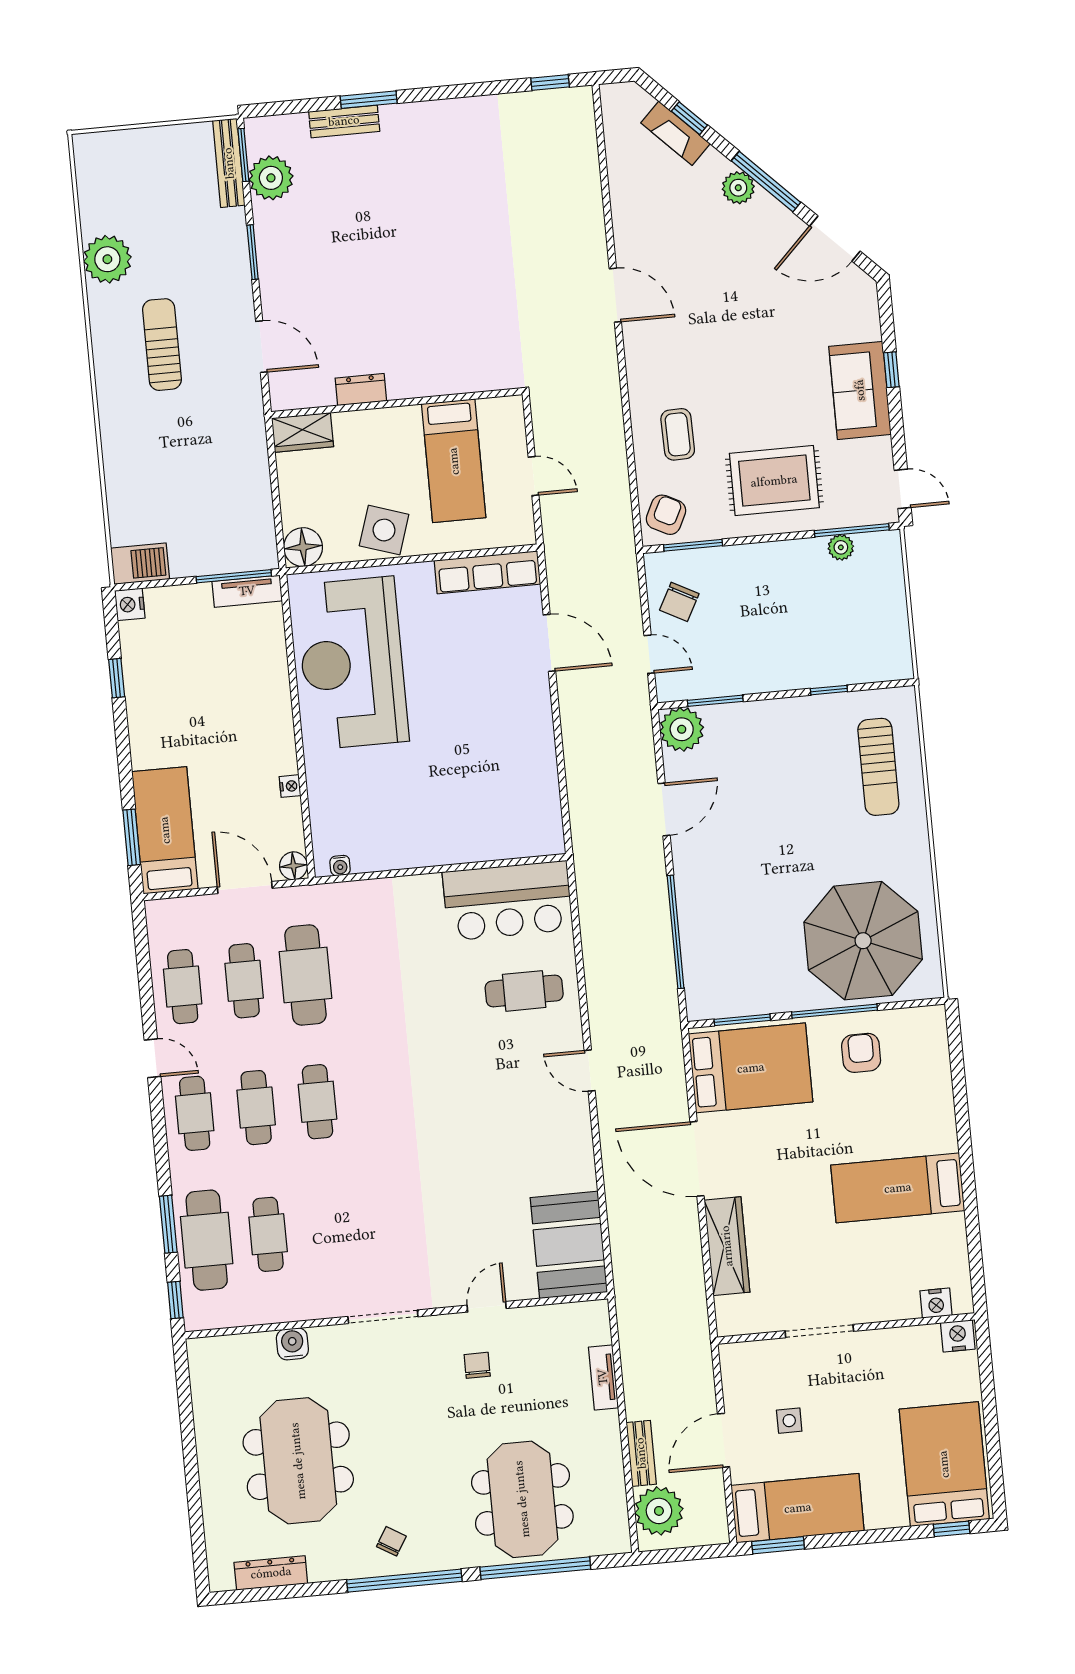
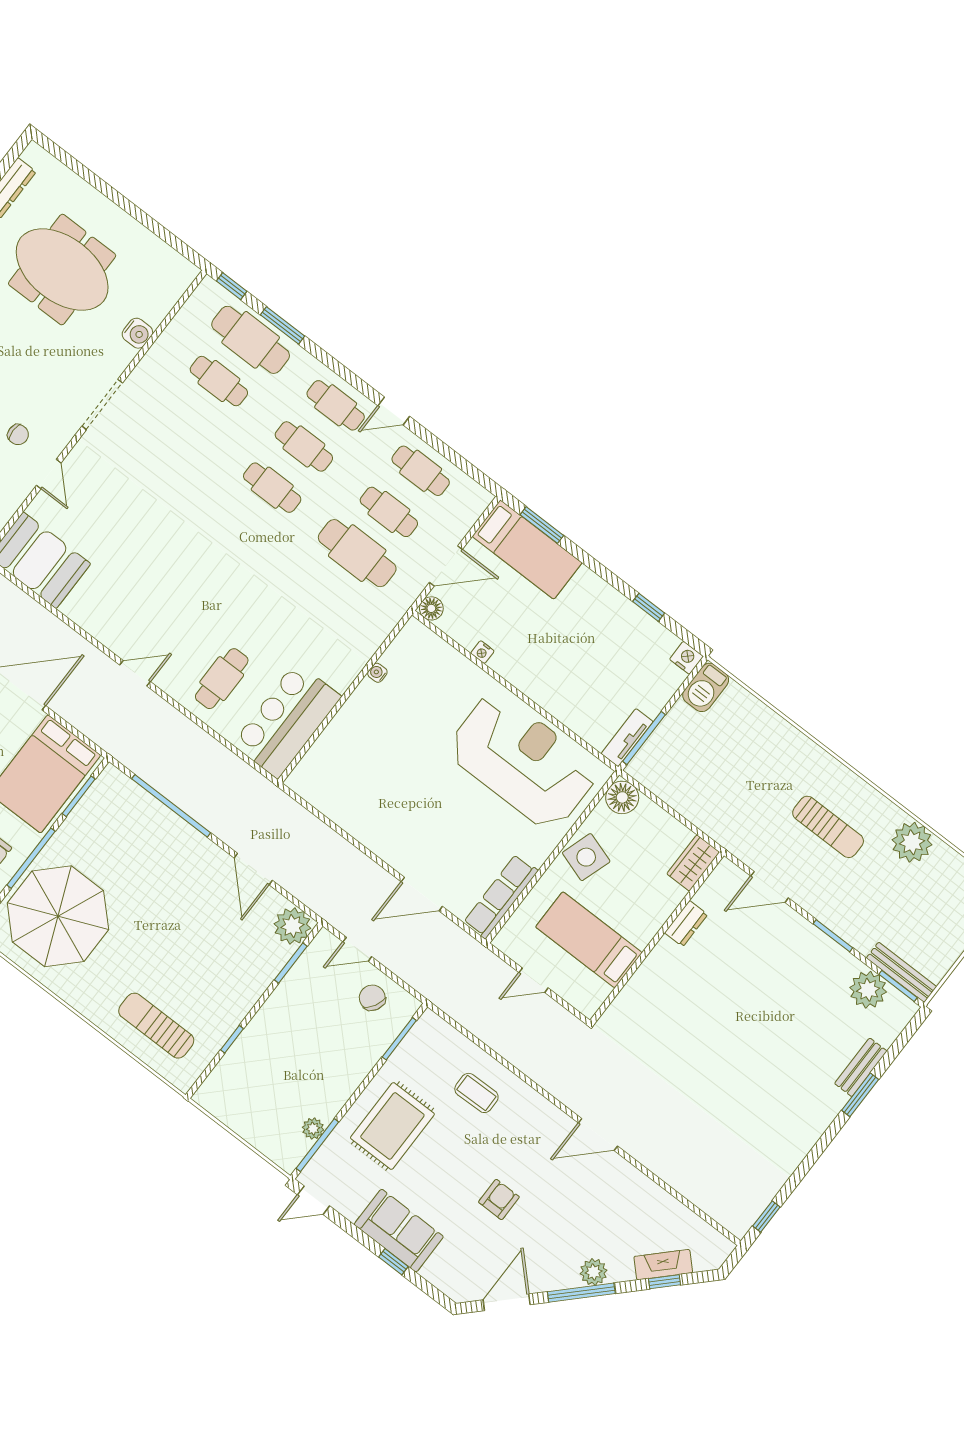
armchair: (666, 515) -> (499, 1199), moved, turned -117
water cooler: (340, 866) -> (377, 673), moved

